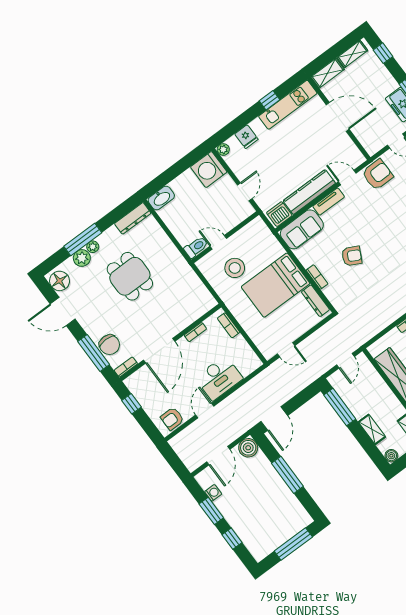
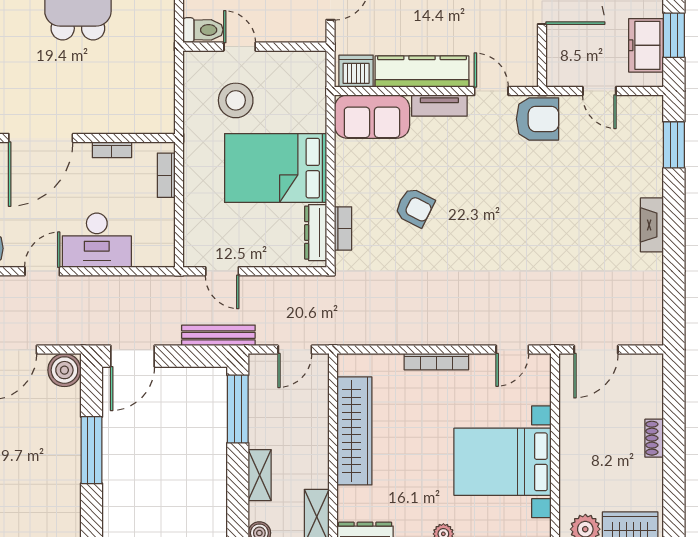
bookcase: (317, 277) -> (343, 228), moved
bench: (306, 380) -> (218, 335), added

